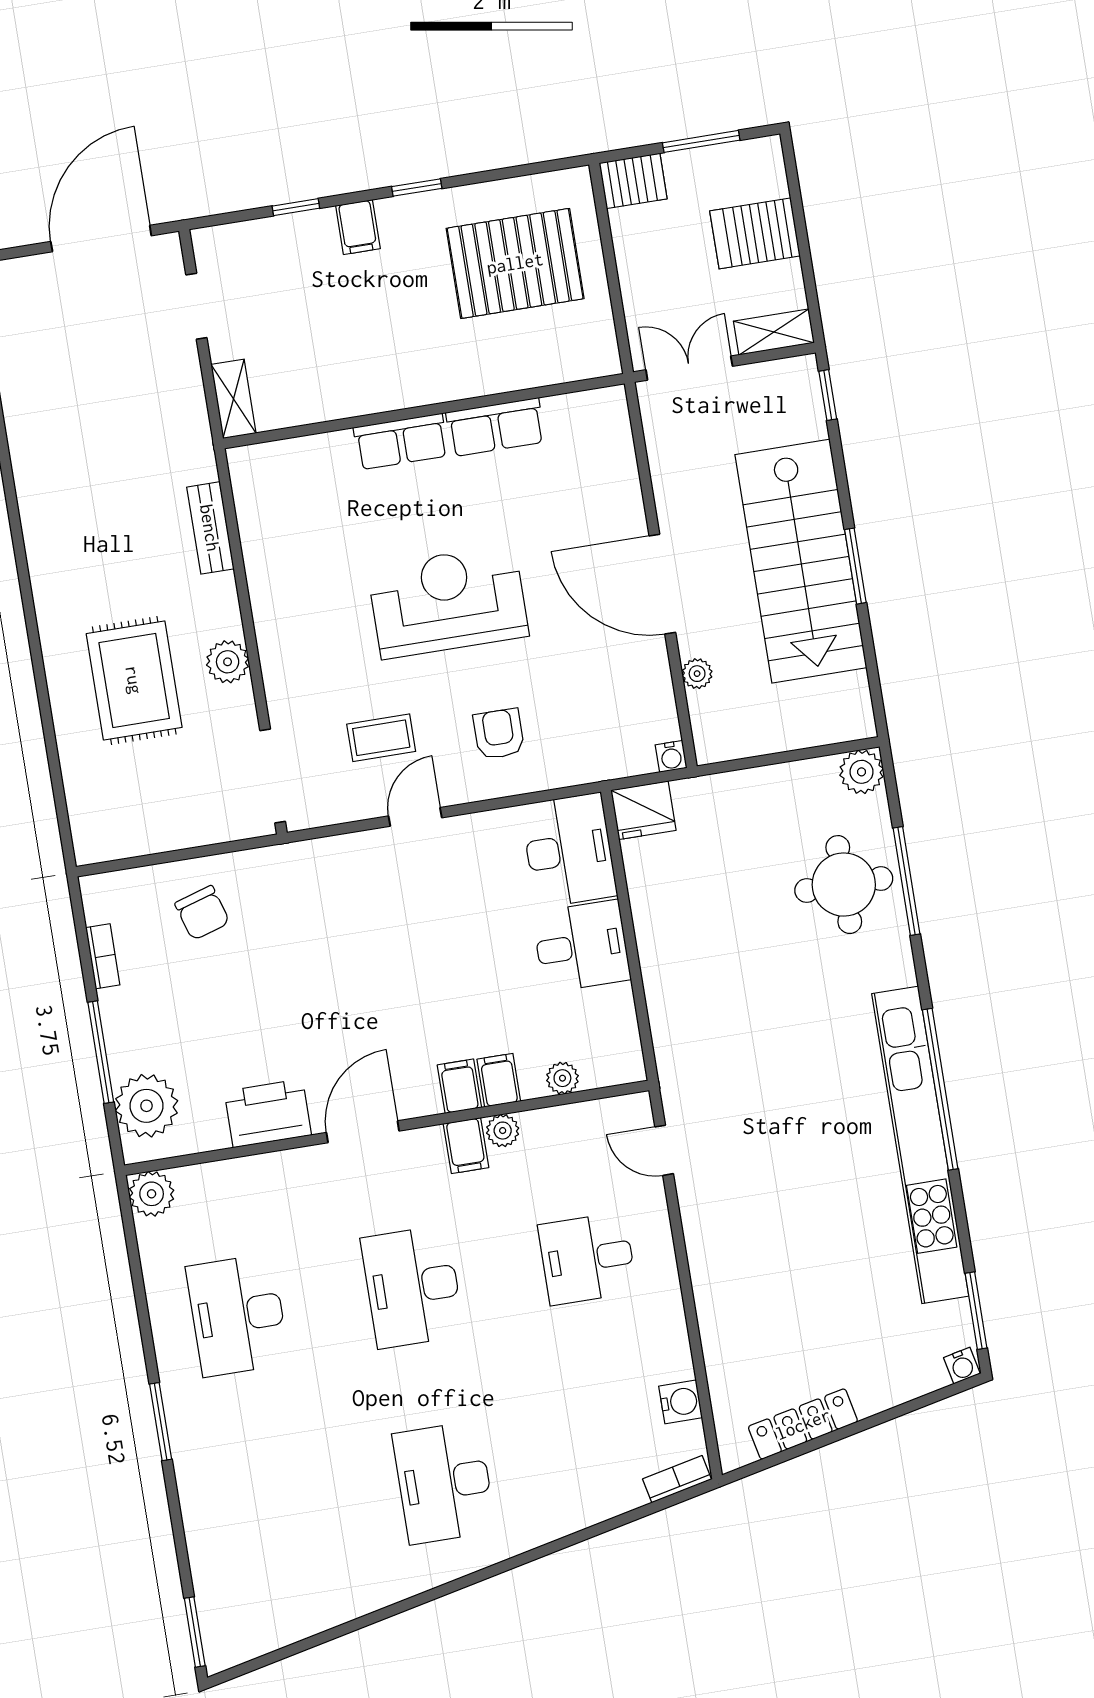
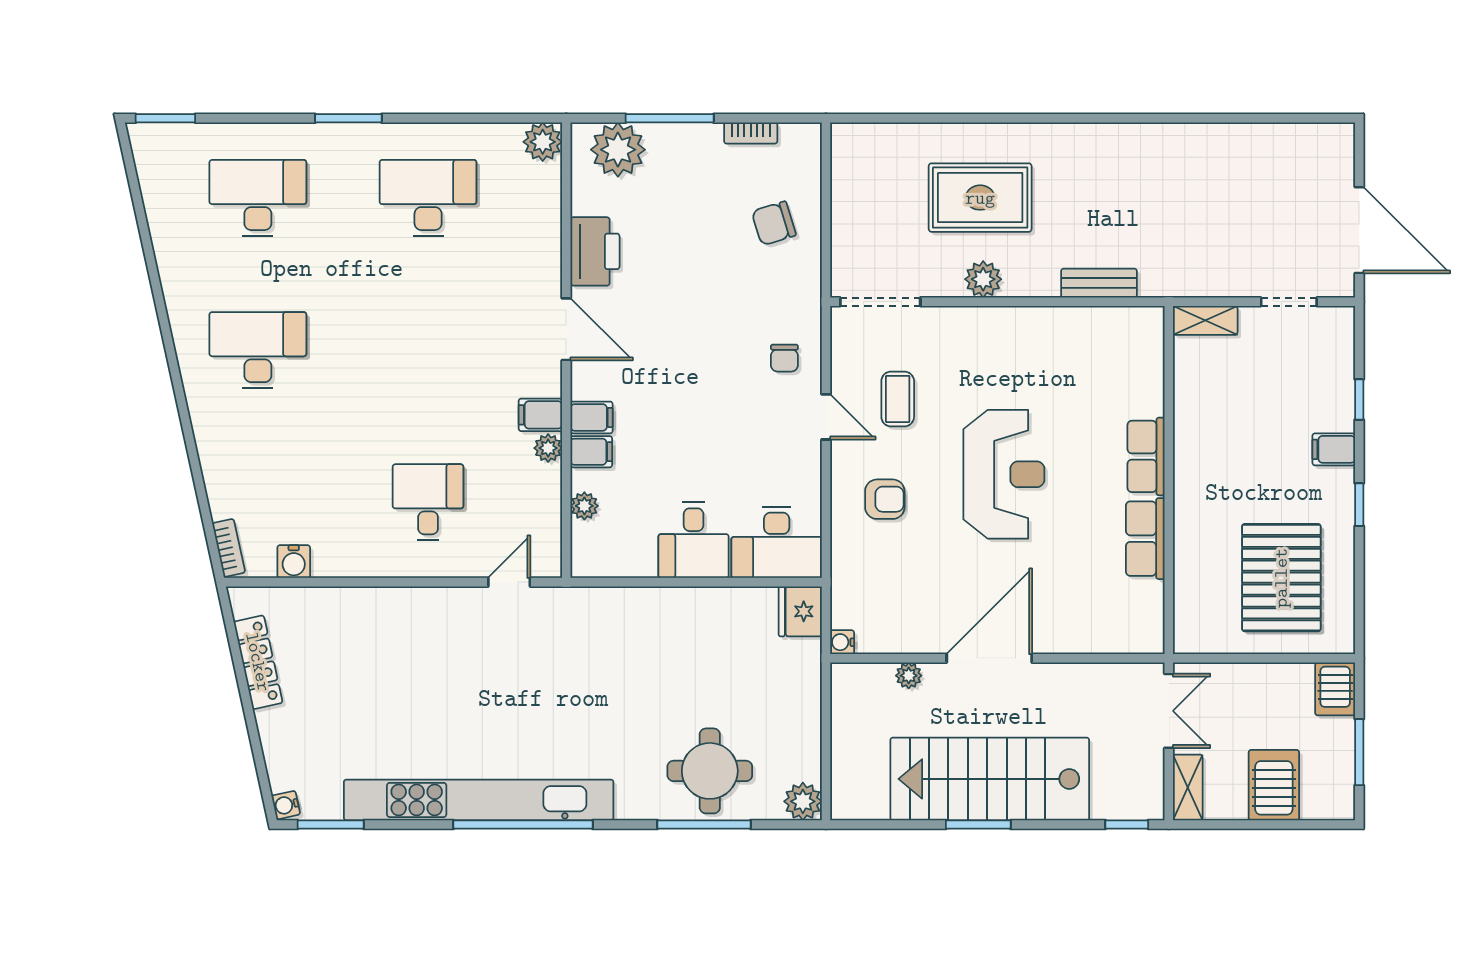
chair: (355, 876) -> (784, 358), added
desk: (413, 1287) -> (258, 198), moved

